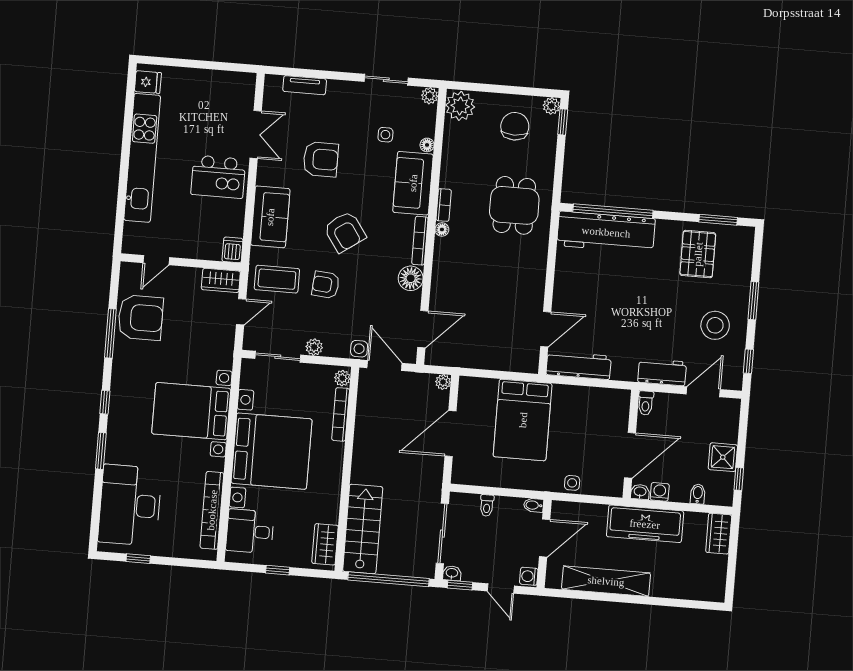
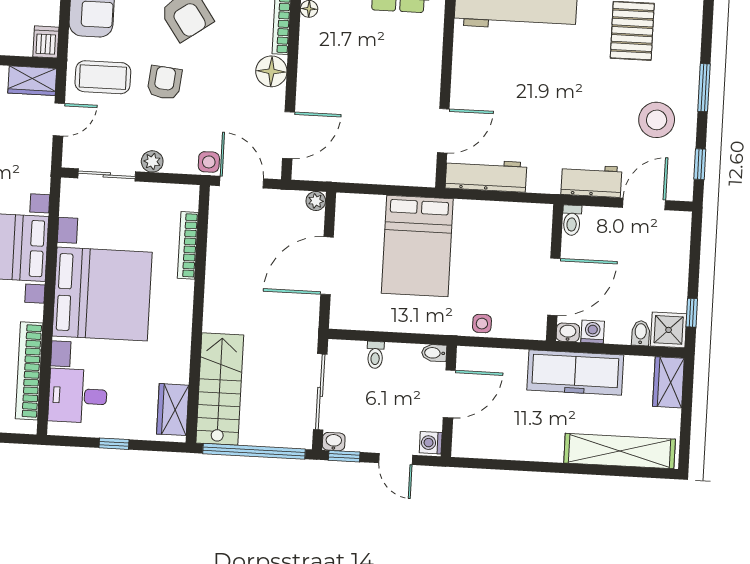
armchair: (326, 285) -> (164, 83), turned 91
plant: (342, 378) -> (189, 200), removed
shower: (723, 457) -> (669, 330), moved
shelving: (606, 581) -> (620, 451), moved

